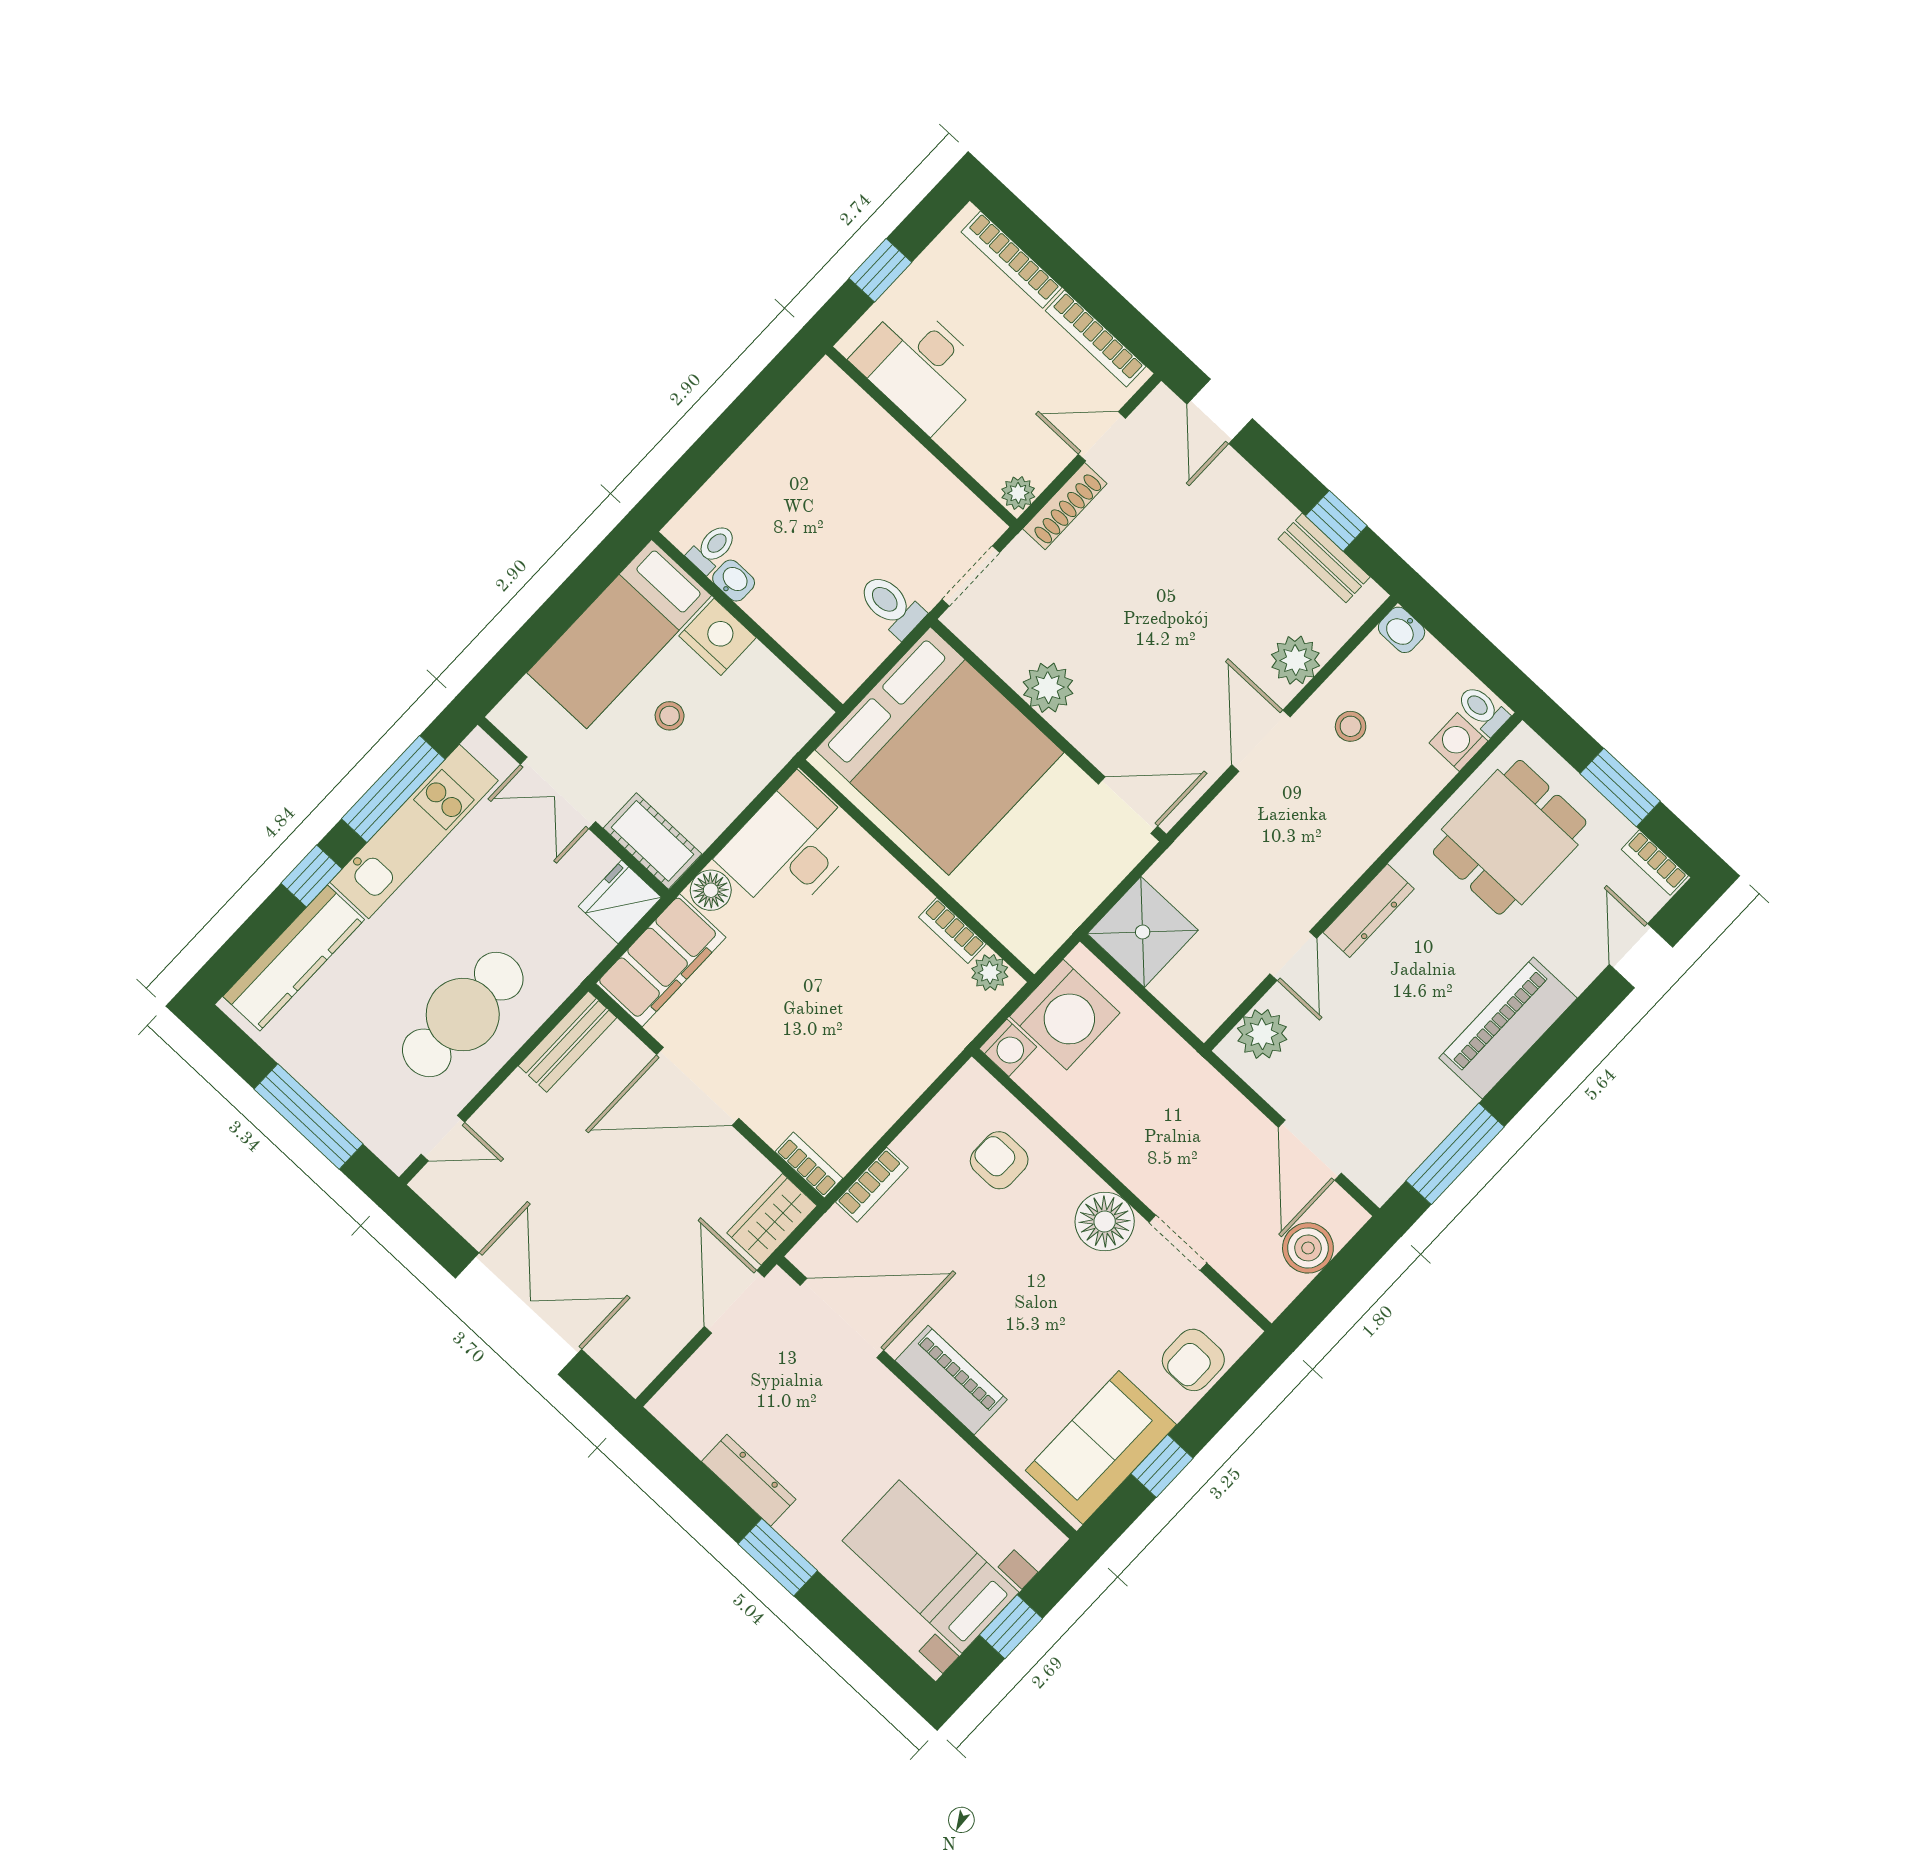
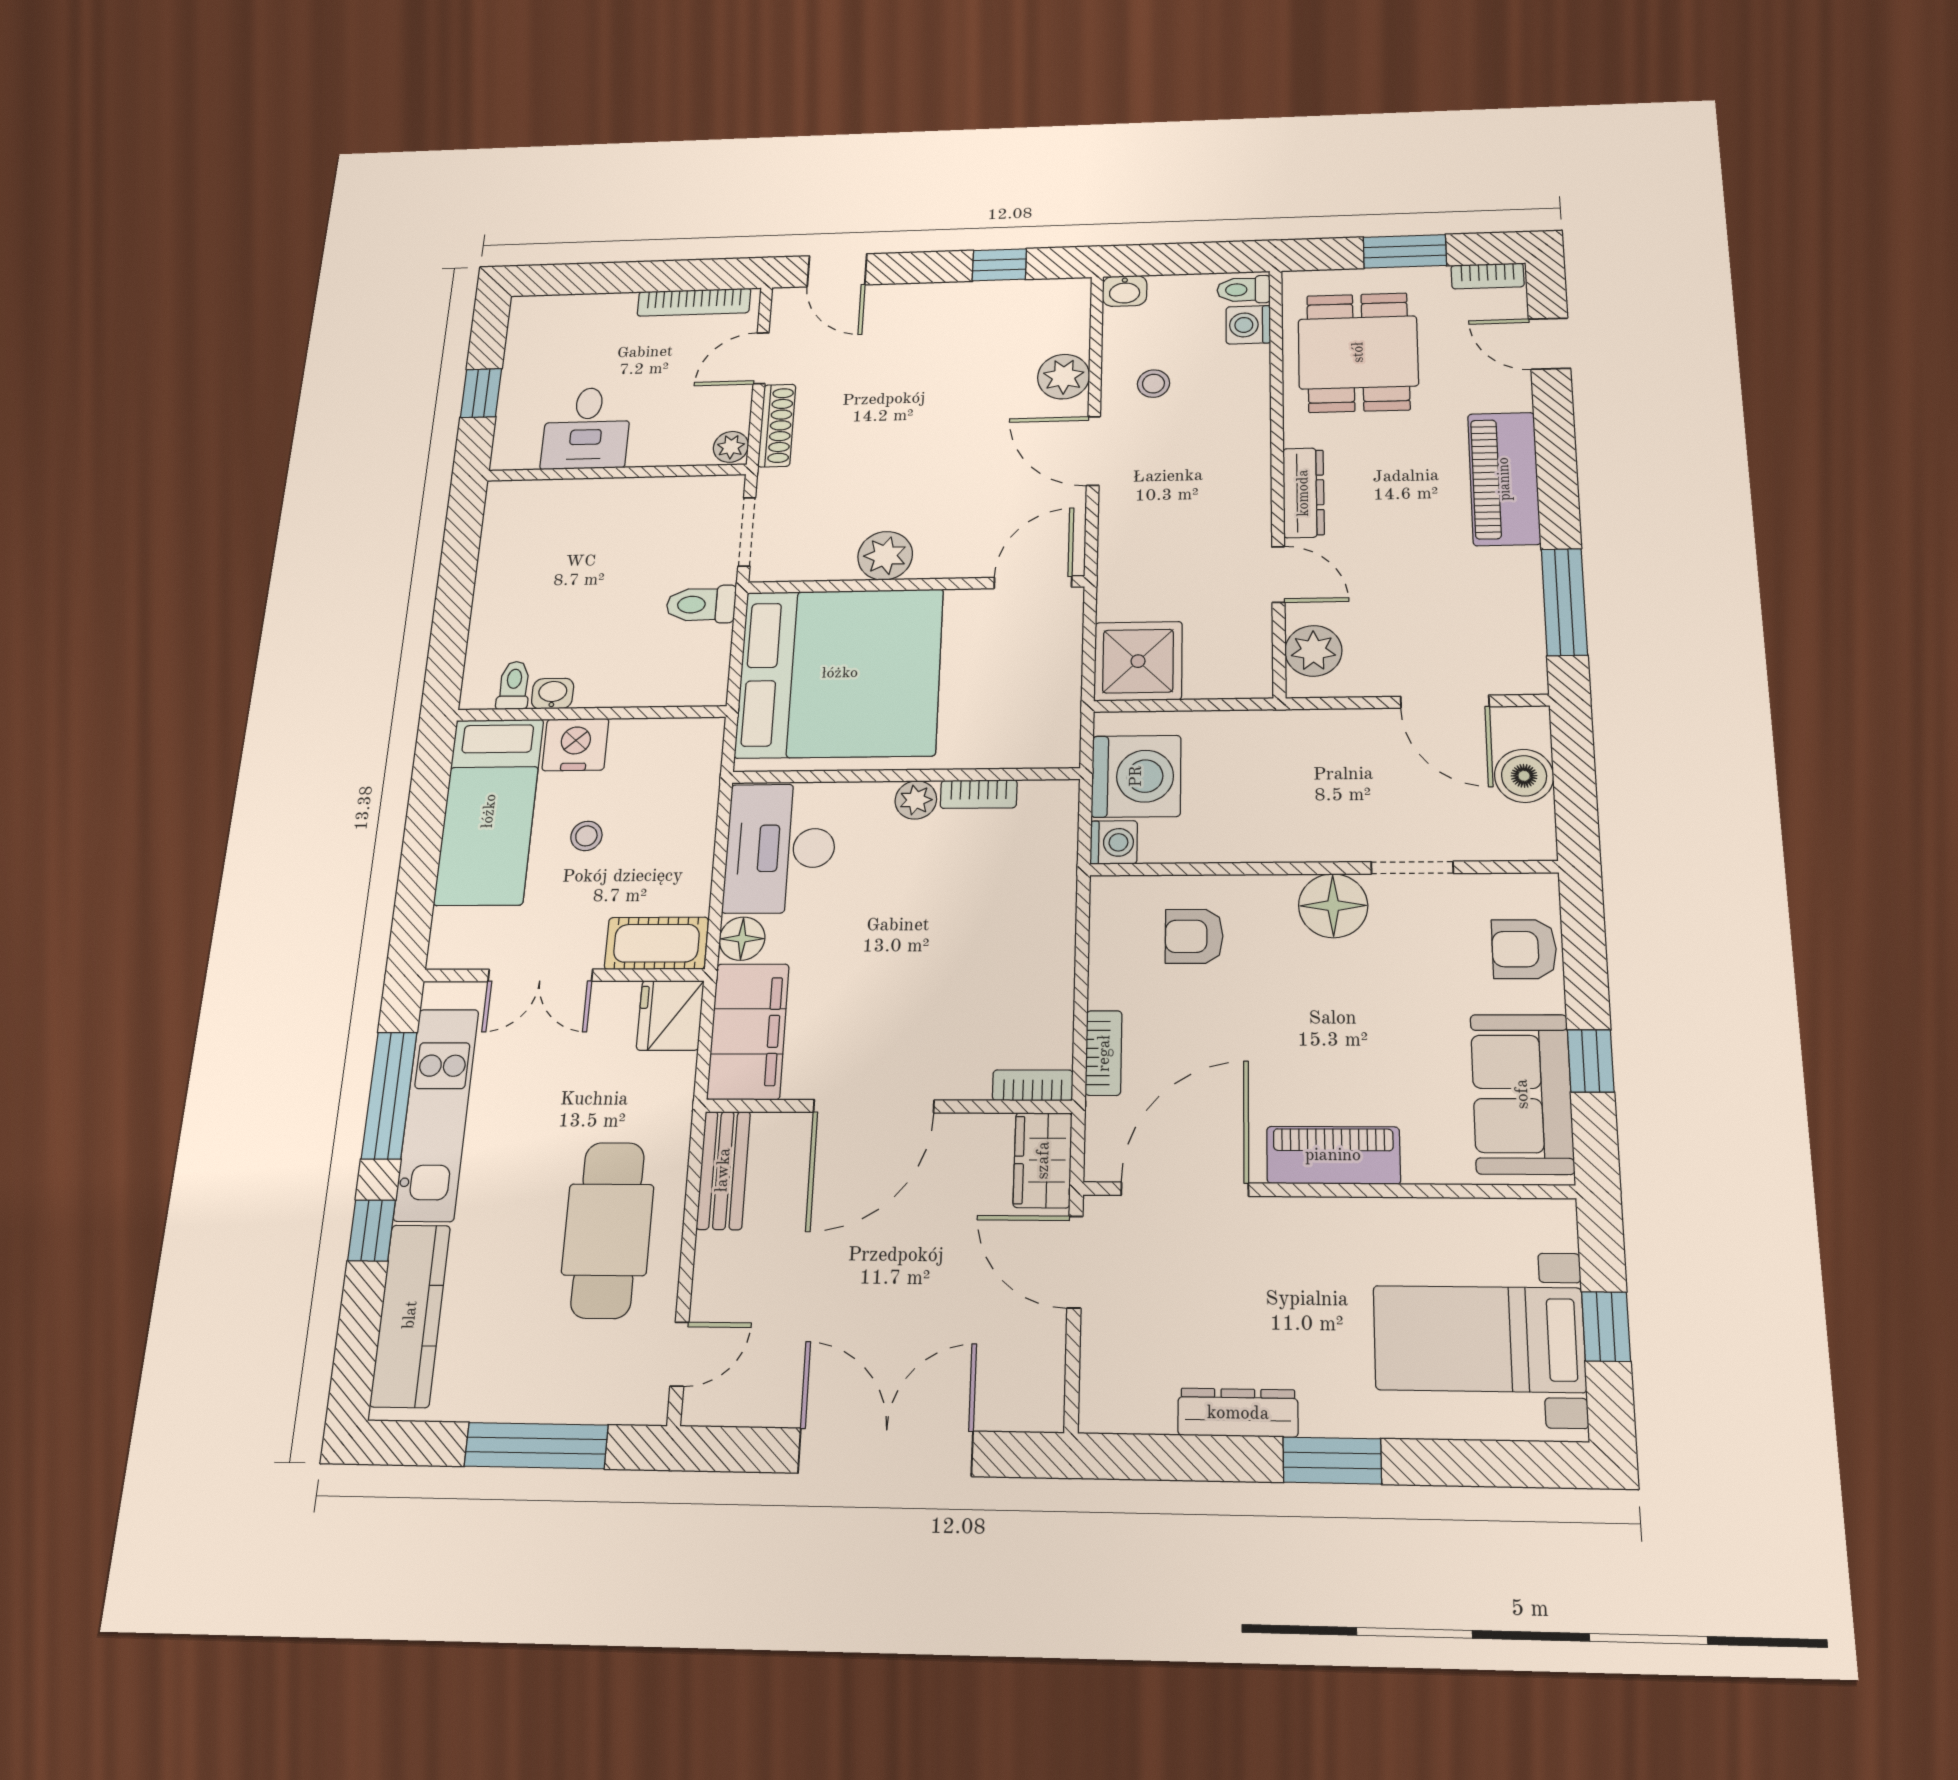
bookcase: (1012, 260) -> (579, 306), removed
desk: (919, 366) -> (586, 428), width x0.73
bench: (1324, 558) -> (1015, 295), removed
plant: (990, 973) -> (916, 800), moved
armchair: (1193, 1360) -> (1524, 949), turned 90

